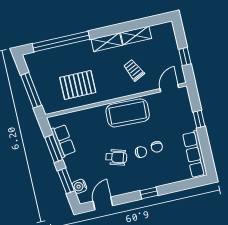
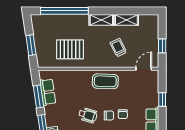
window: (31, 90) -> (31, 45), width x0.69
coffee table: (128, 113) -> (105, 81), width x0.73, depth x0.76

